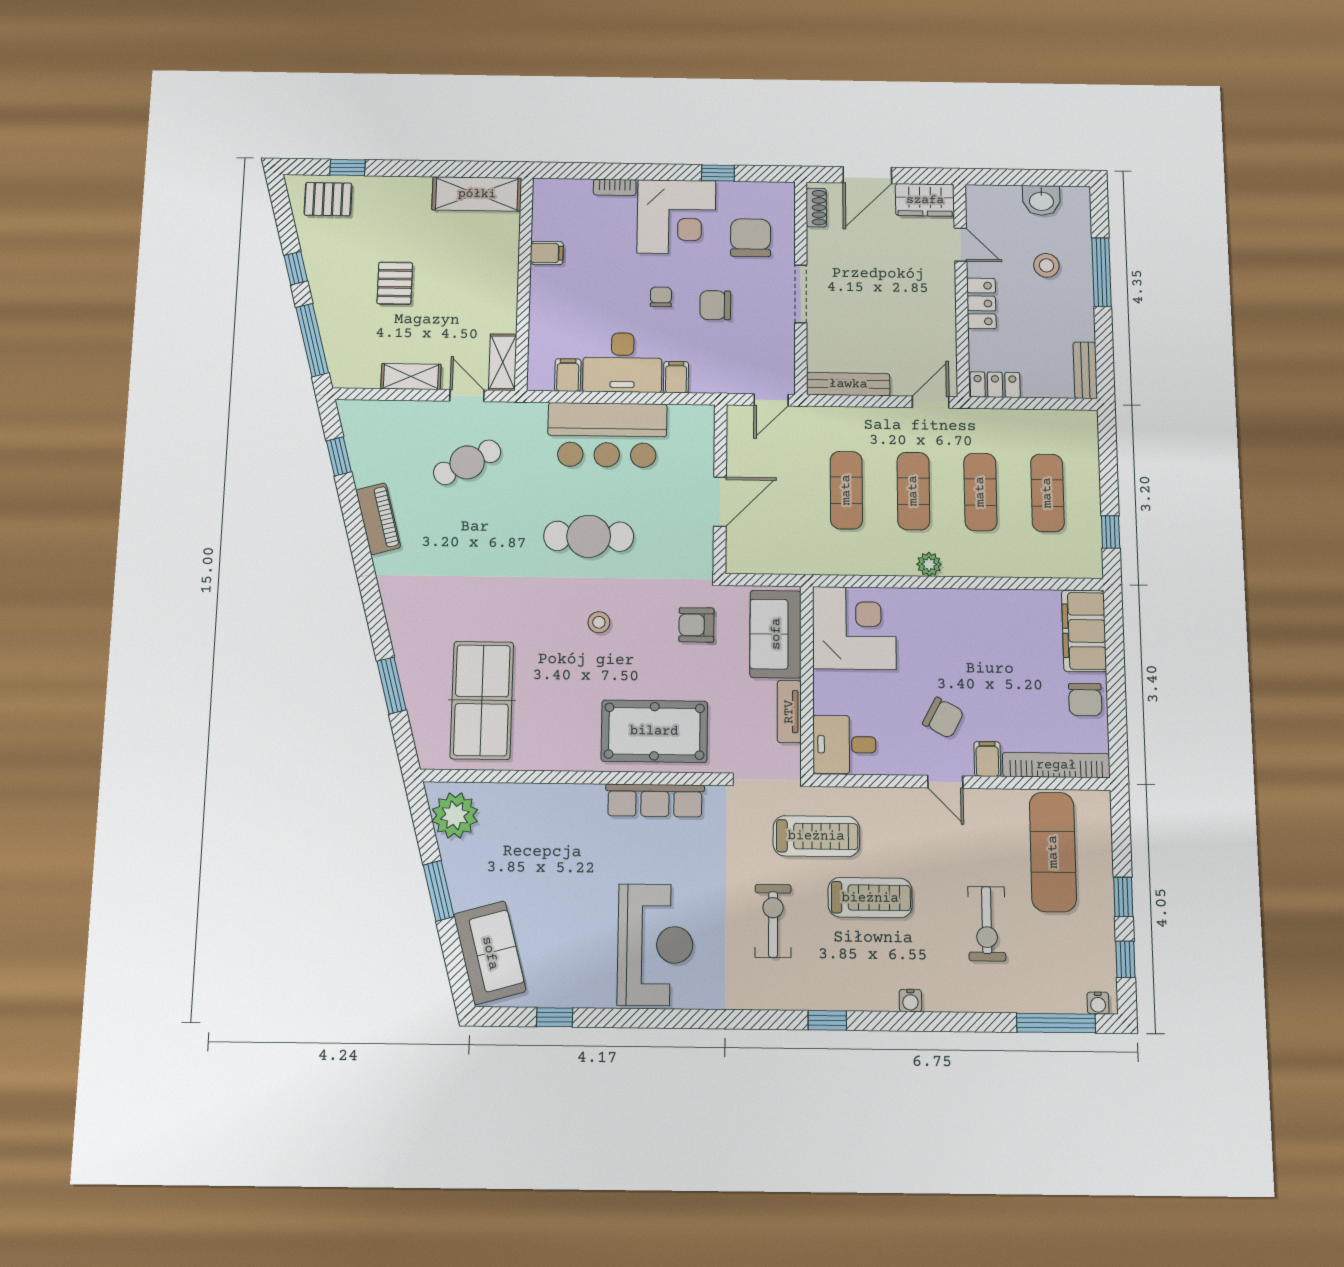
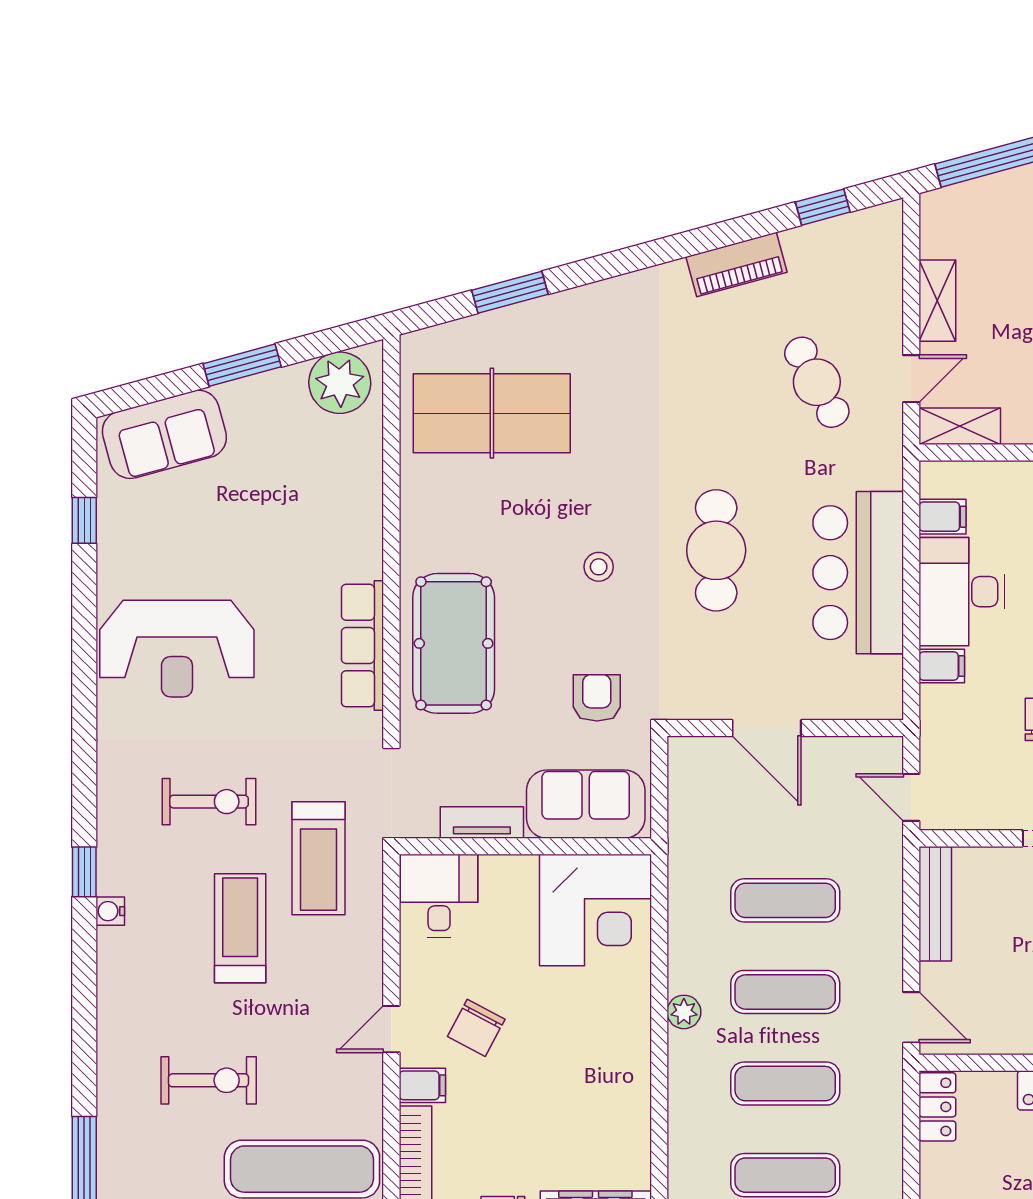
treadmill: (870, 898) -> (240, 928), turned 180
exercise bike: (987, 924) -> (209, 1080), turned 180
water cooler: (910, 1001) -> (110, 911), moved

